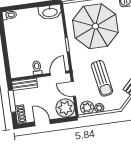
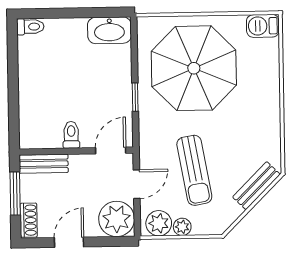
door: (73, 89) -> (137, 184), swing flipped
door: (42, 123) -> (69, 242), hinge flipped

